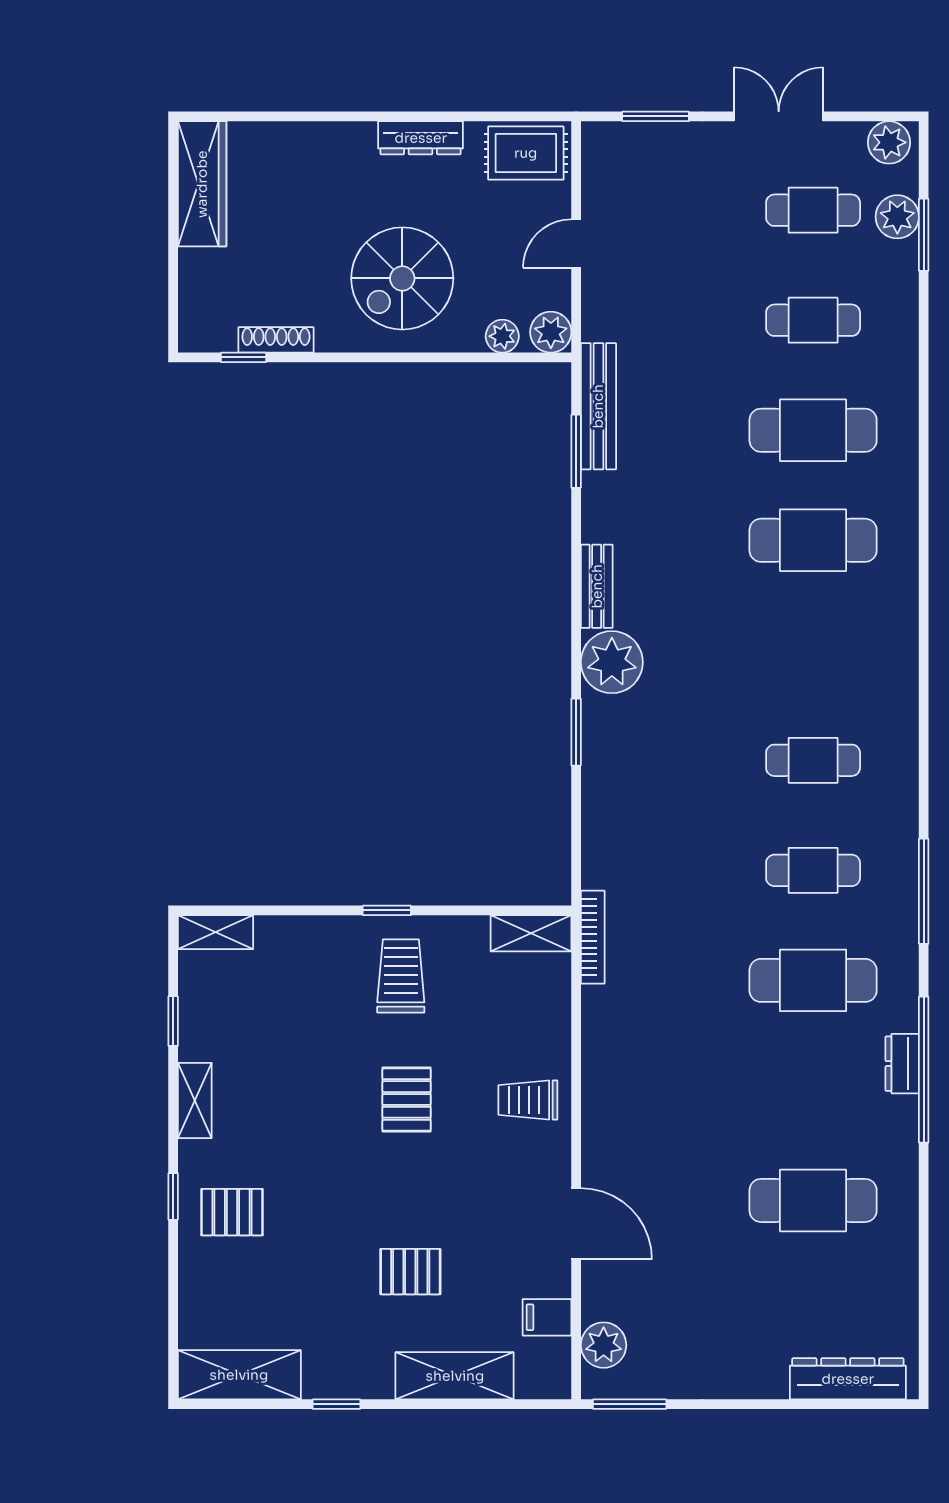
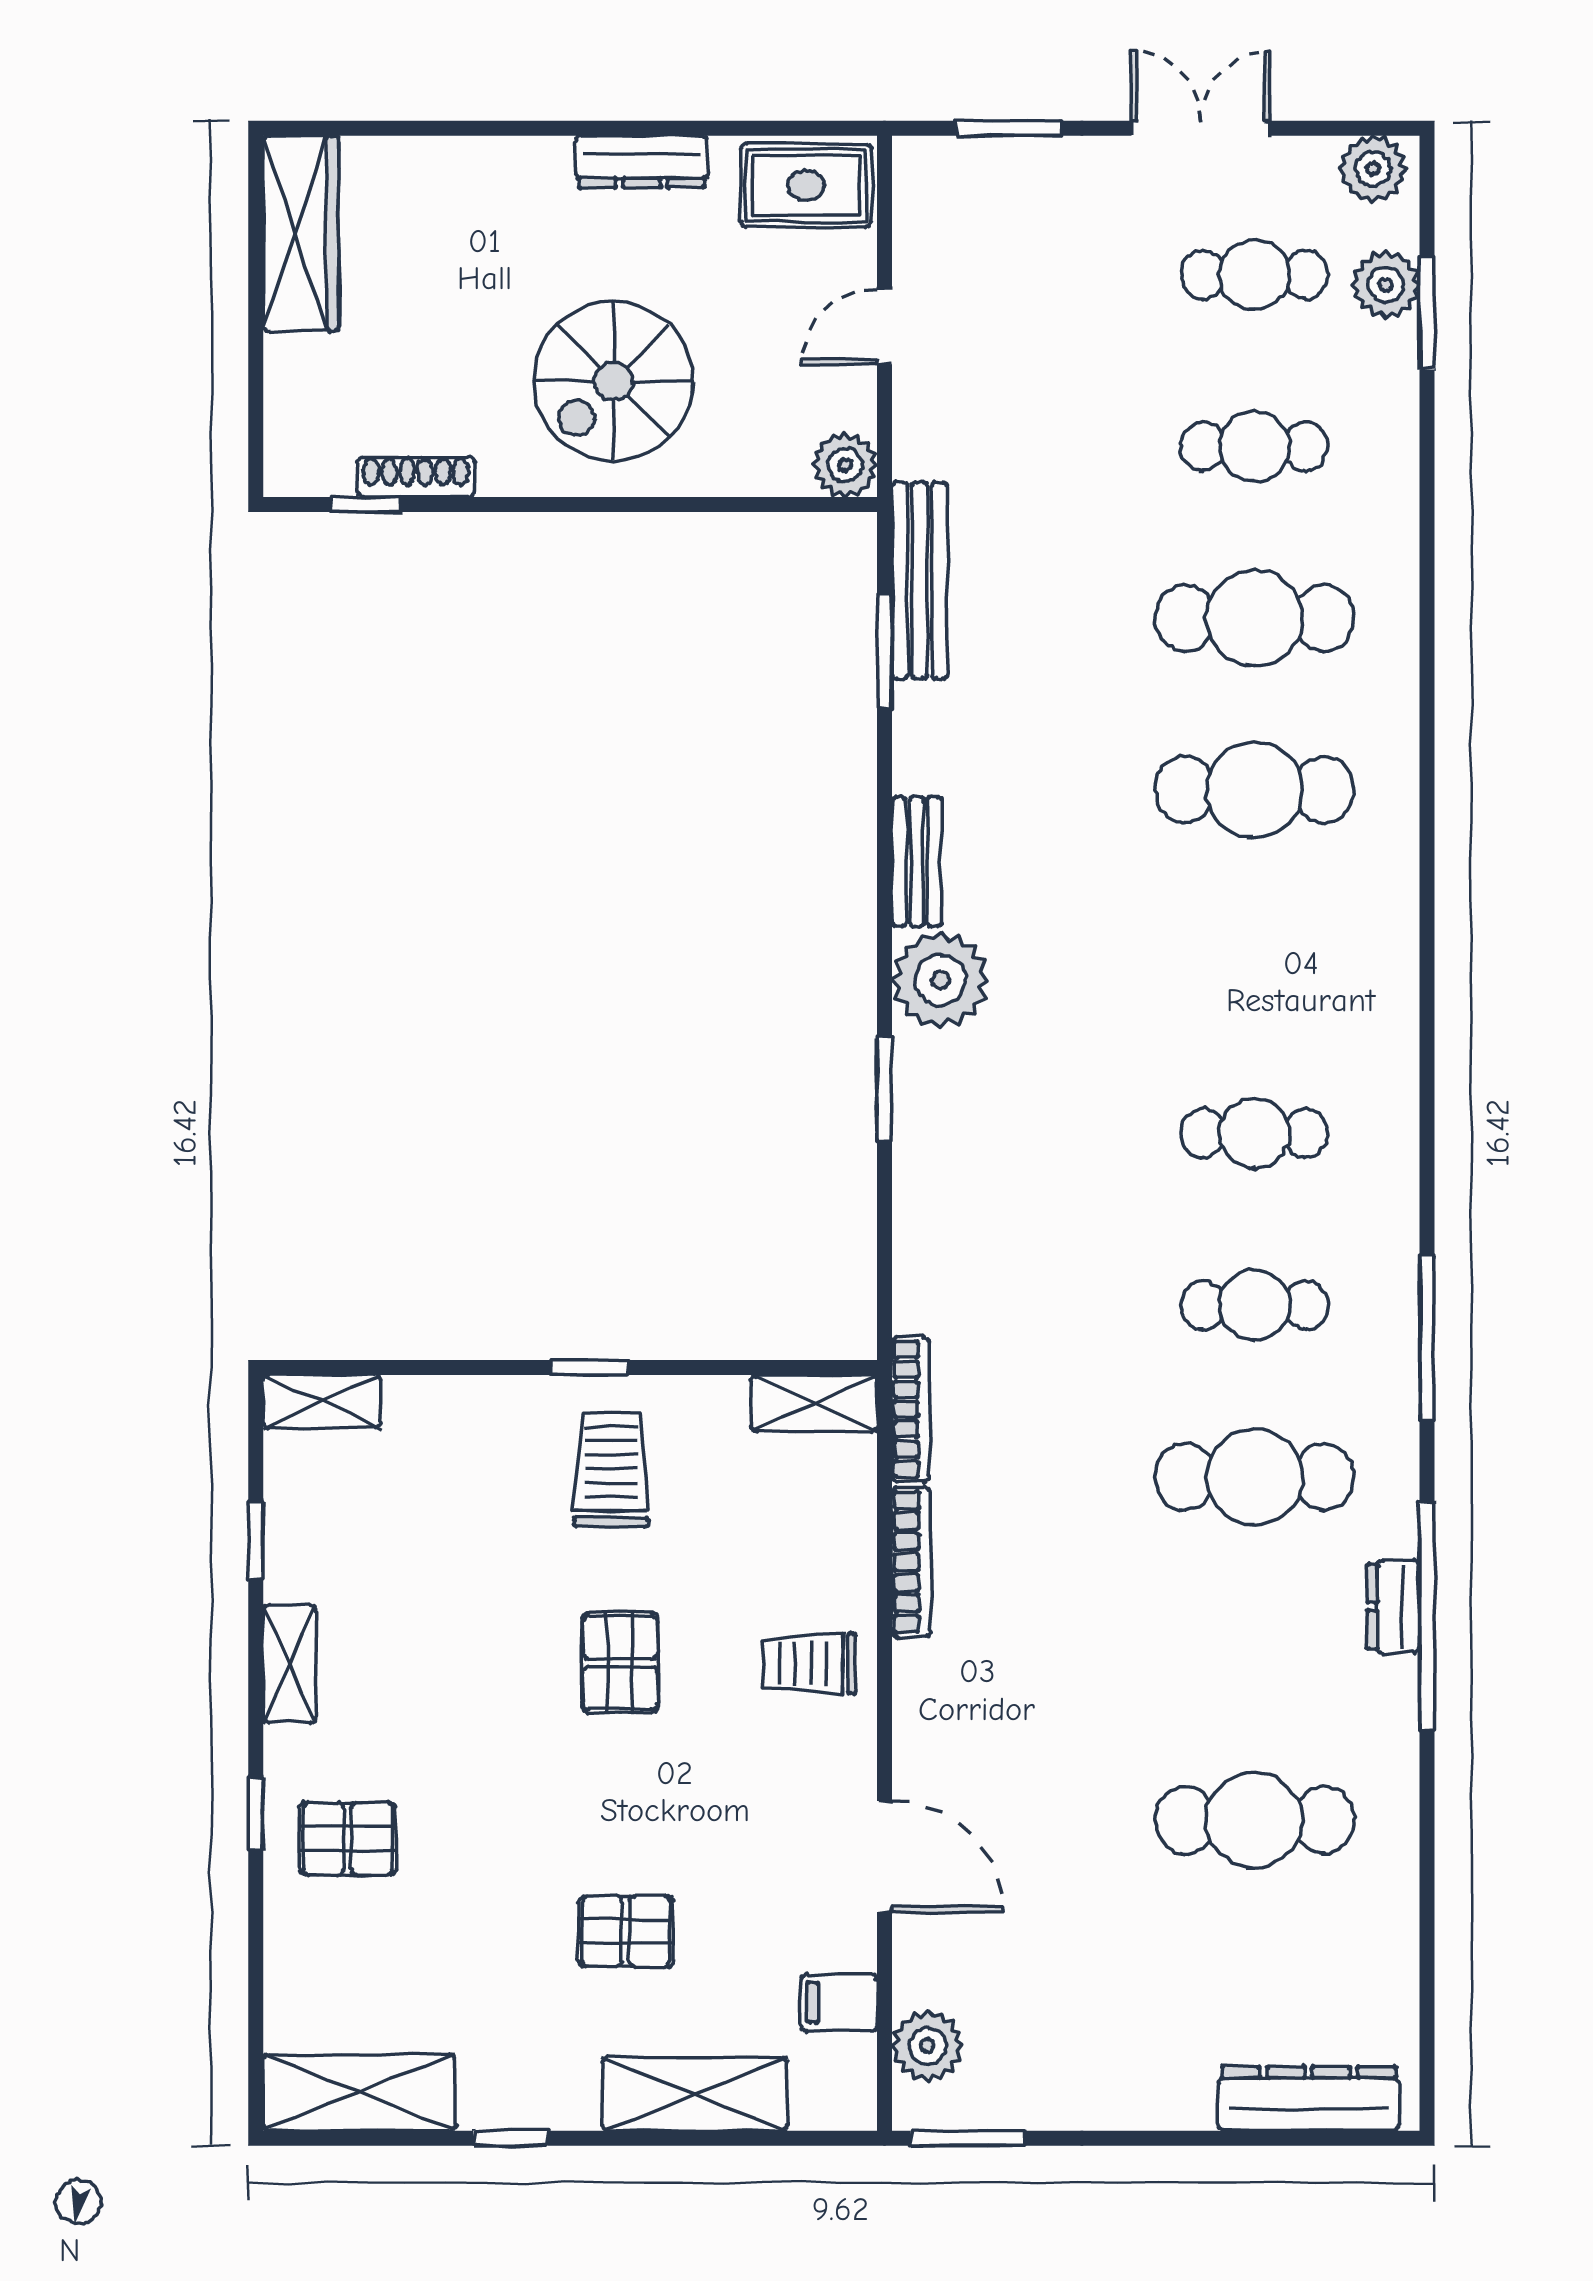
plant: (502, 336) -> (769, 471), removed
bookcase: (593, 1035) -> (911, 1562), added

